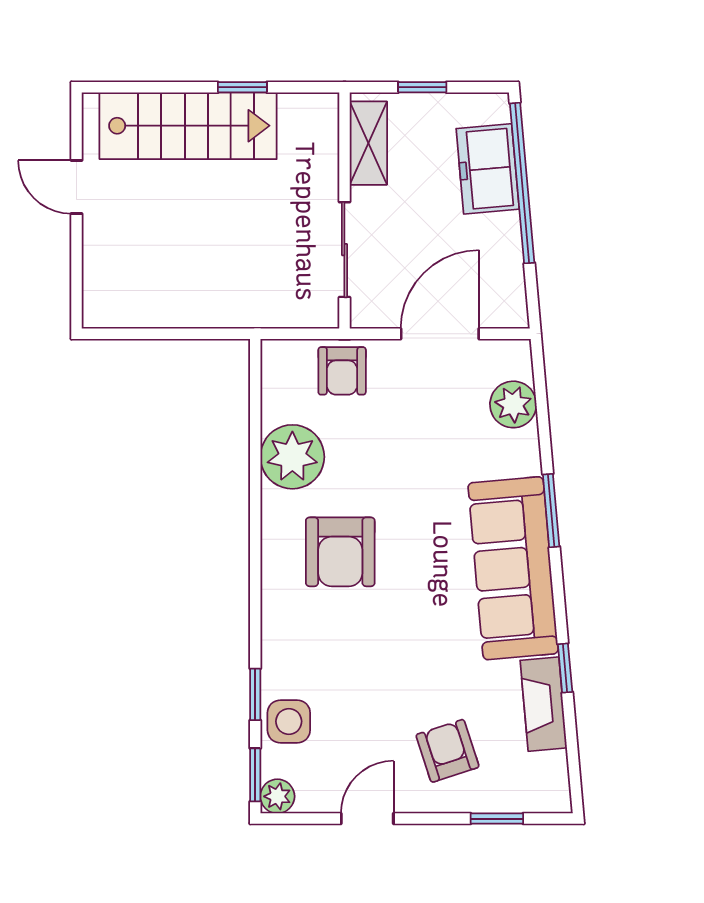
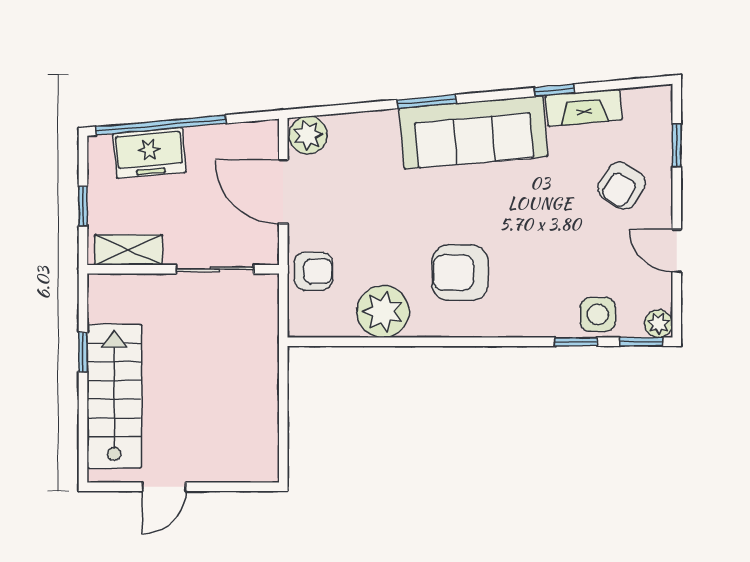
plant: (513, 404) -> (308, 135), moved
armchair: (340, 552) -> (460, 273), turned 180
armchair: (447, 751) -> (622, 186), turned -39

